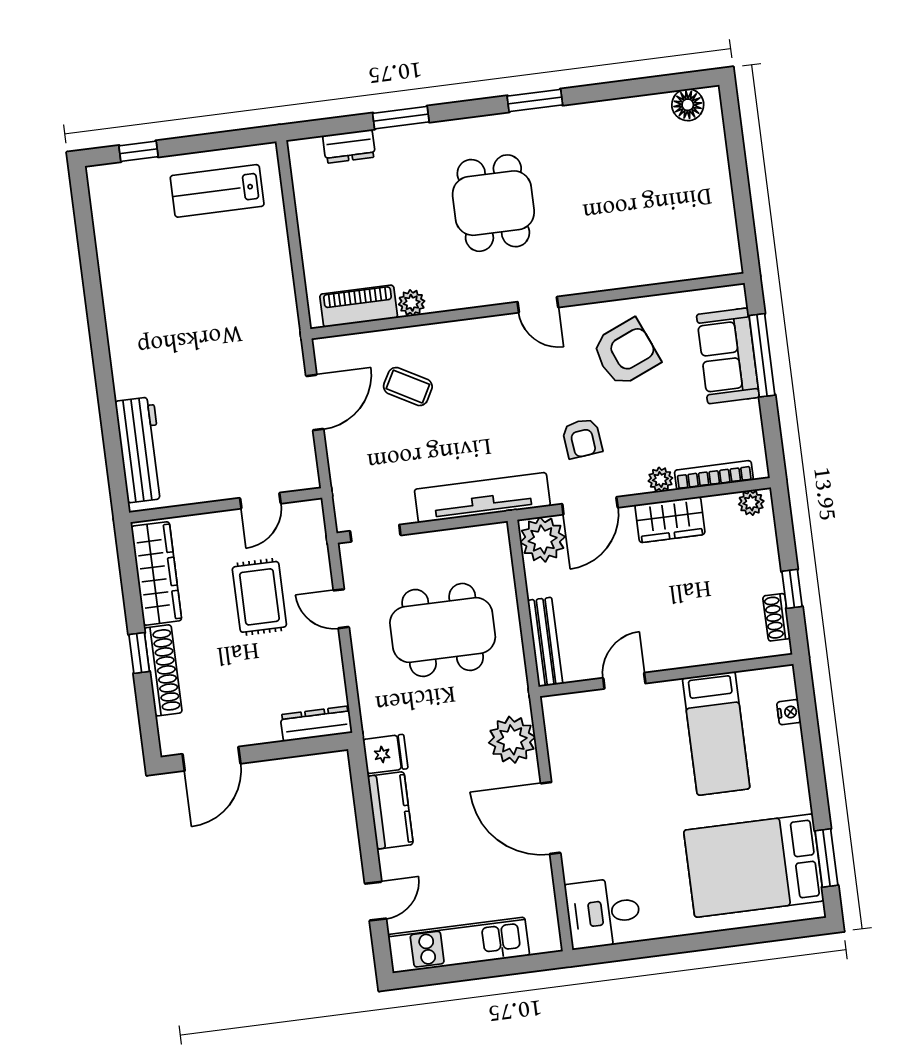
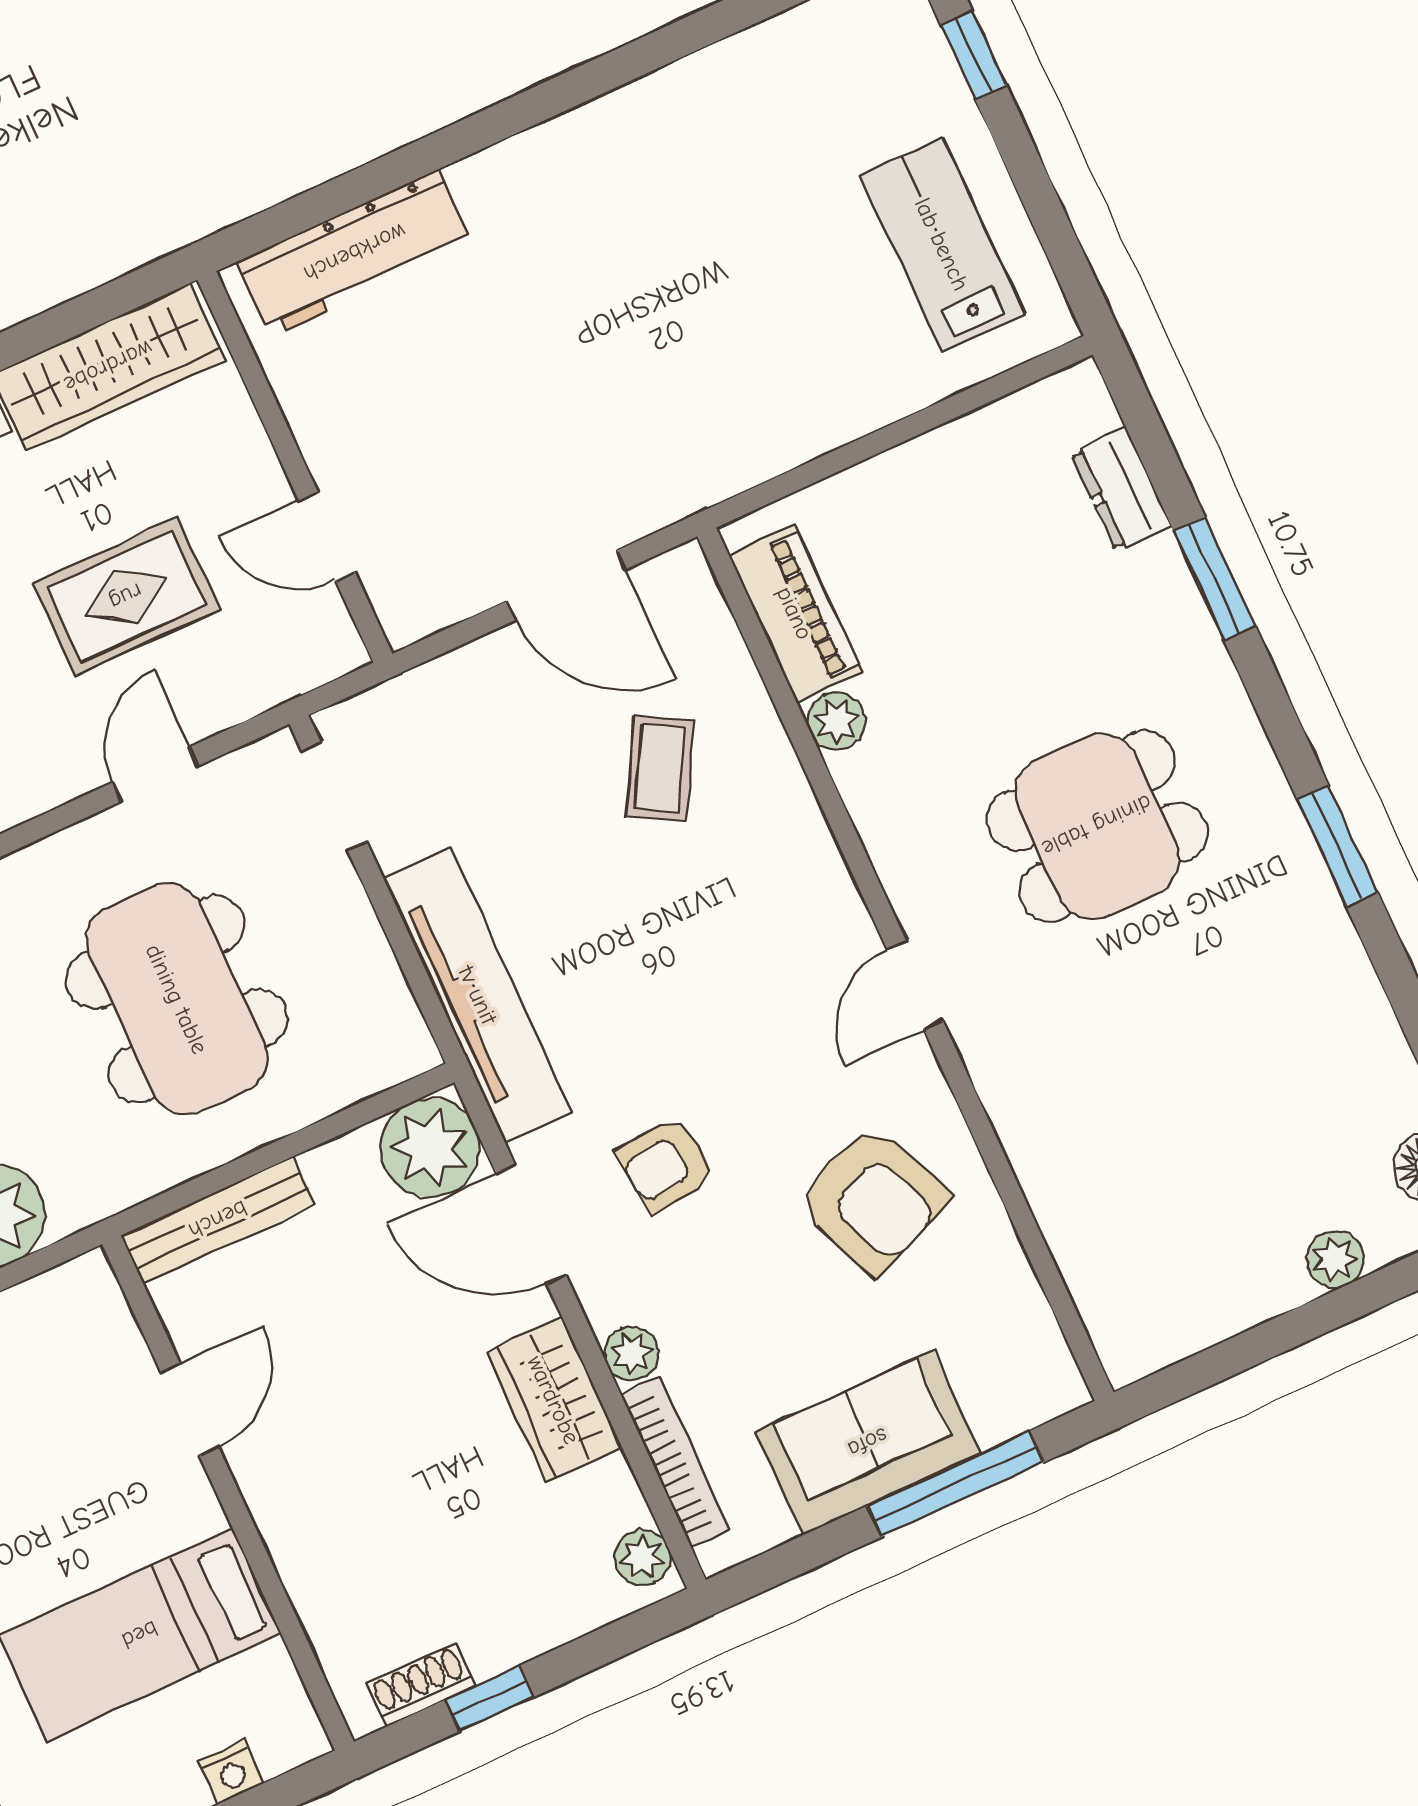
plant: (716, 158) -> (1335, 1259), added
sofa: (728, 356) -> (868, 1443), moved
door: (624, 681) -> (190, 1410), hinge flipped

